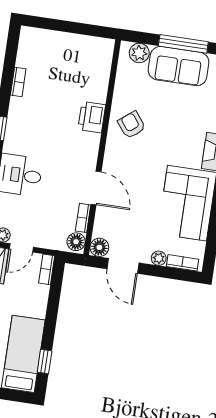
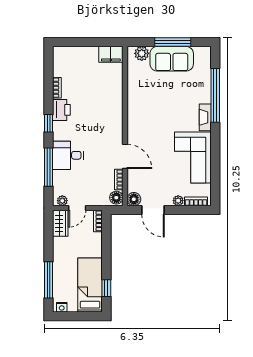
filing cabinet: (98, 48) -> (111, 54), added
printer: (92, 117) -> (61, 110), moved, turned 180
armchair: (132, 125) -> (144, 107), removed

